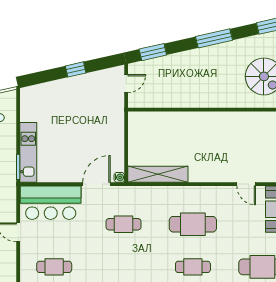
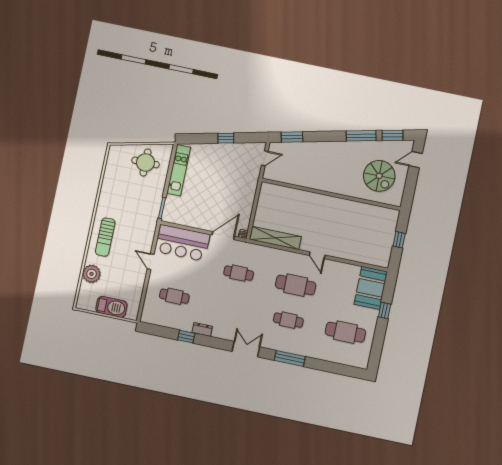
window: (214, 38) -> (361, 136), moved
kitchen unit: (28, 152) -> (179, 170), moved
door: (246, 184) -> (317, 255), moved

